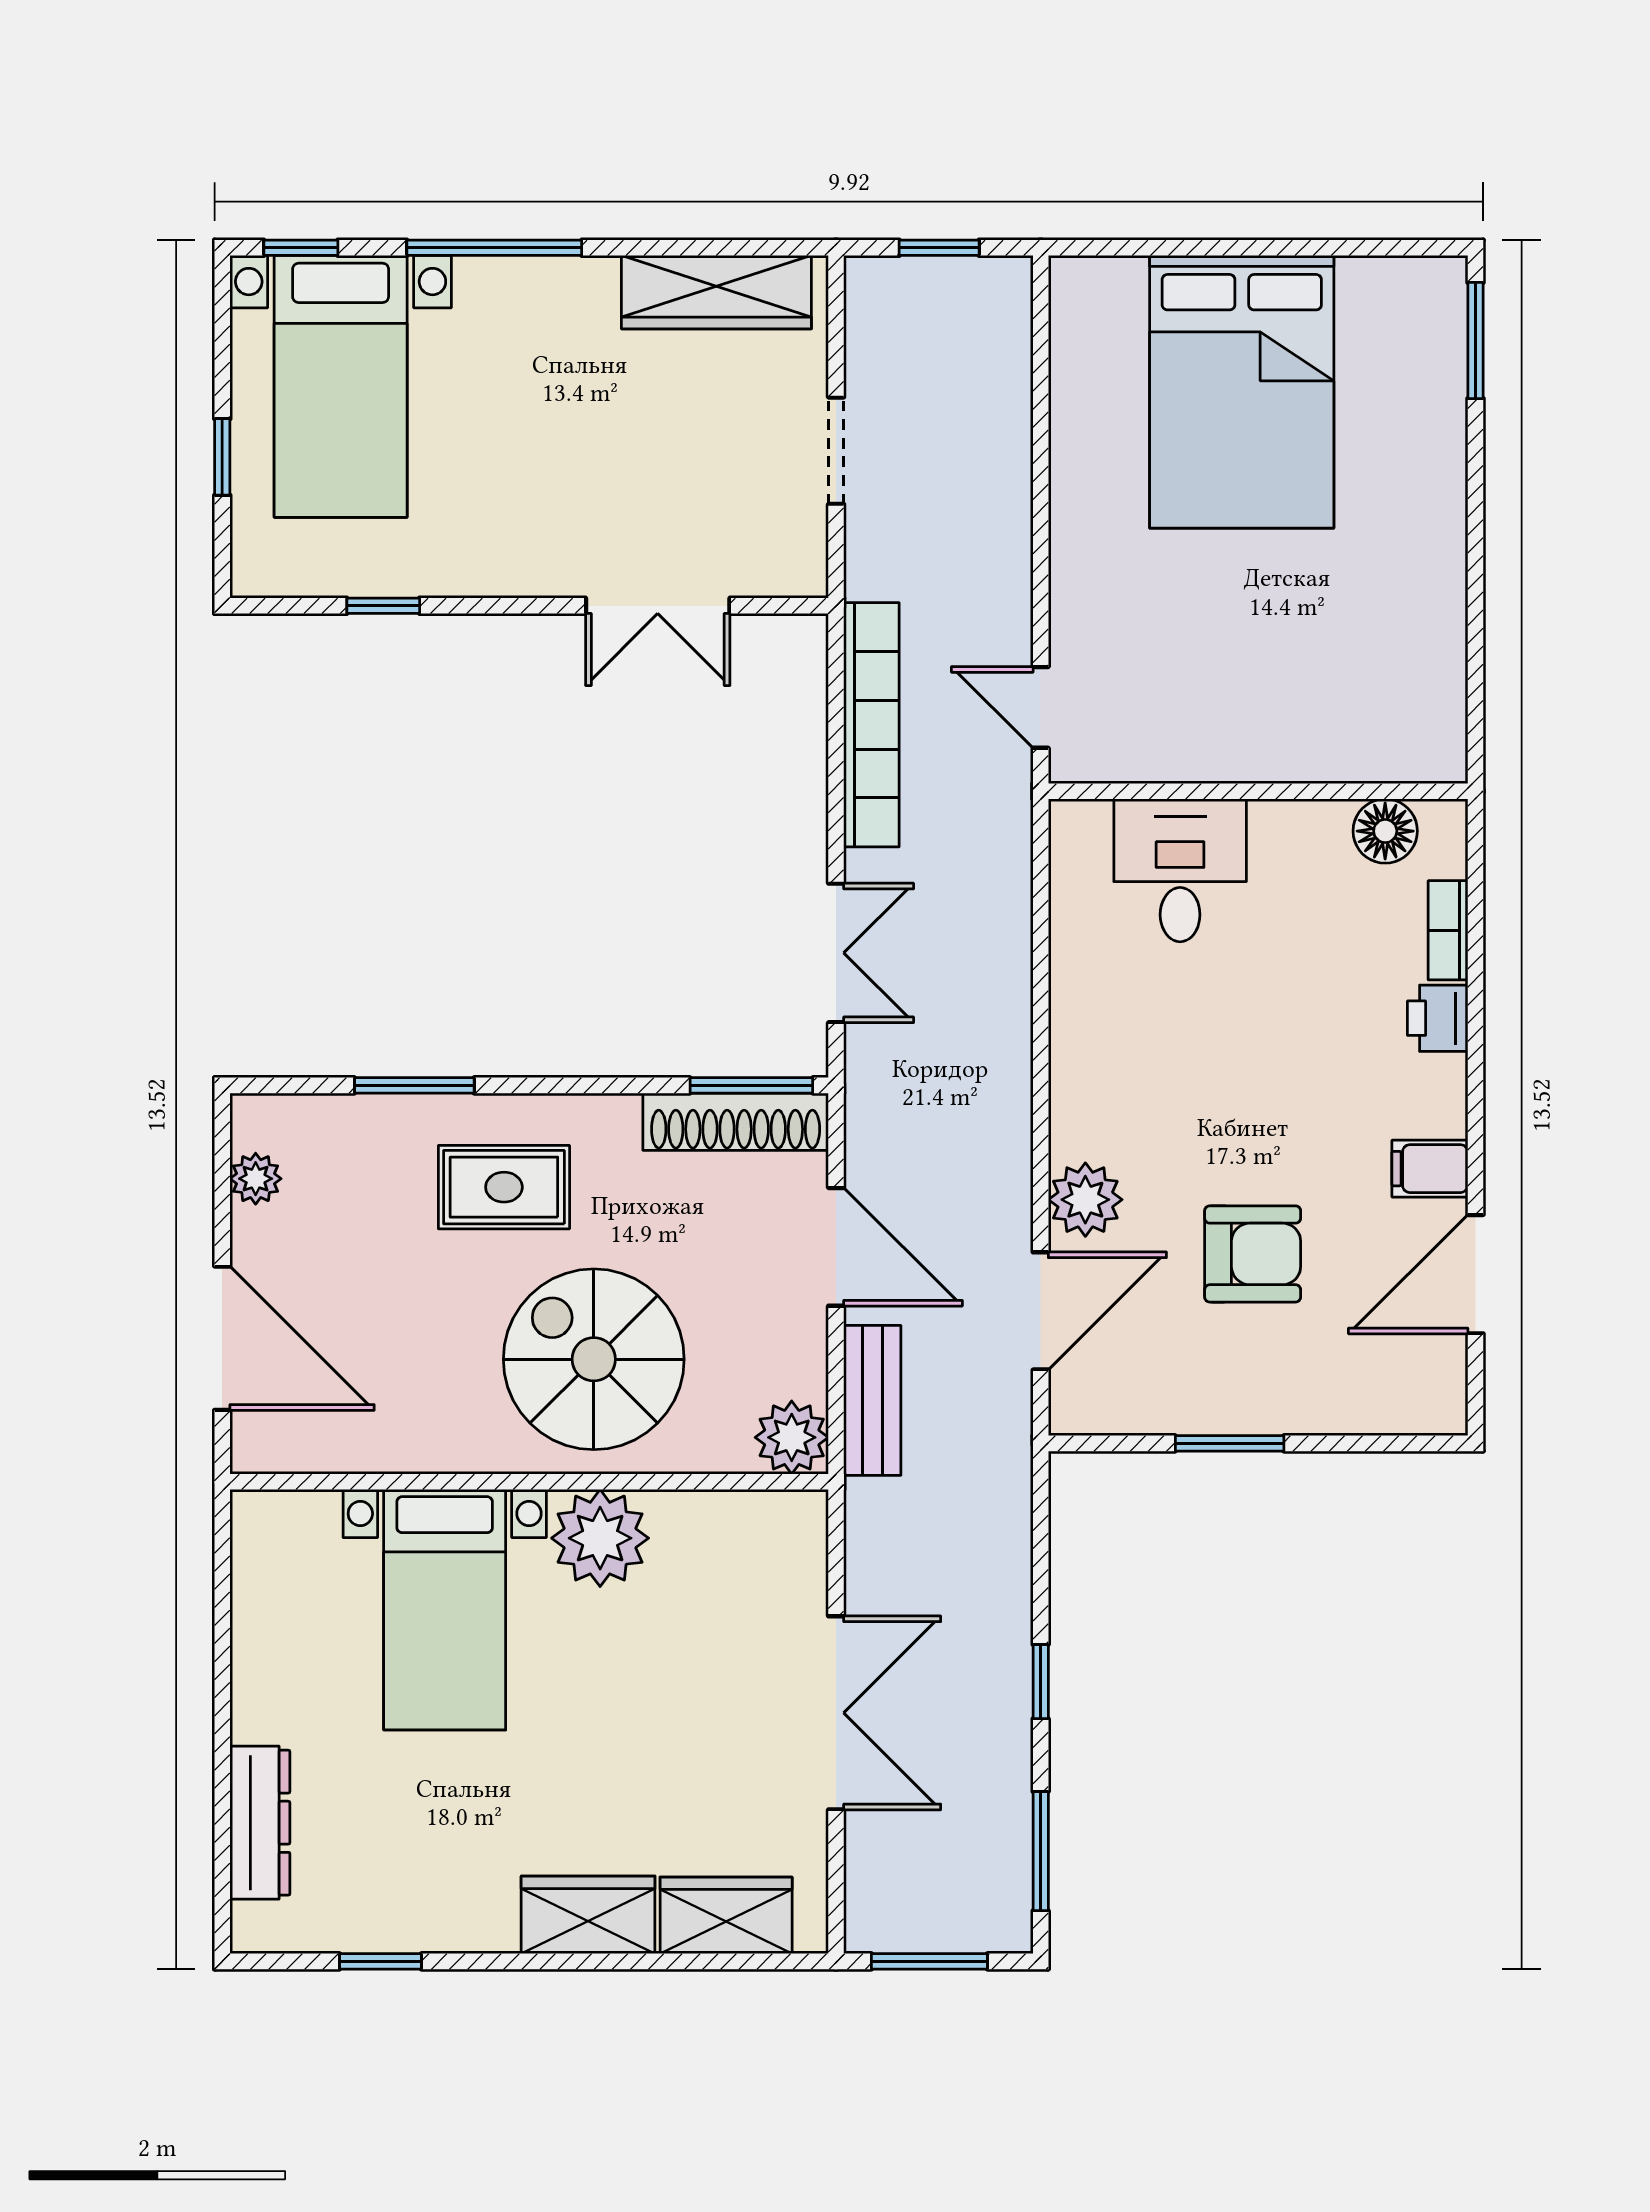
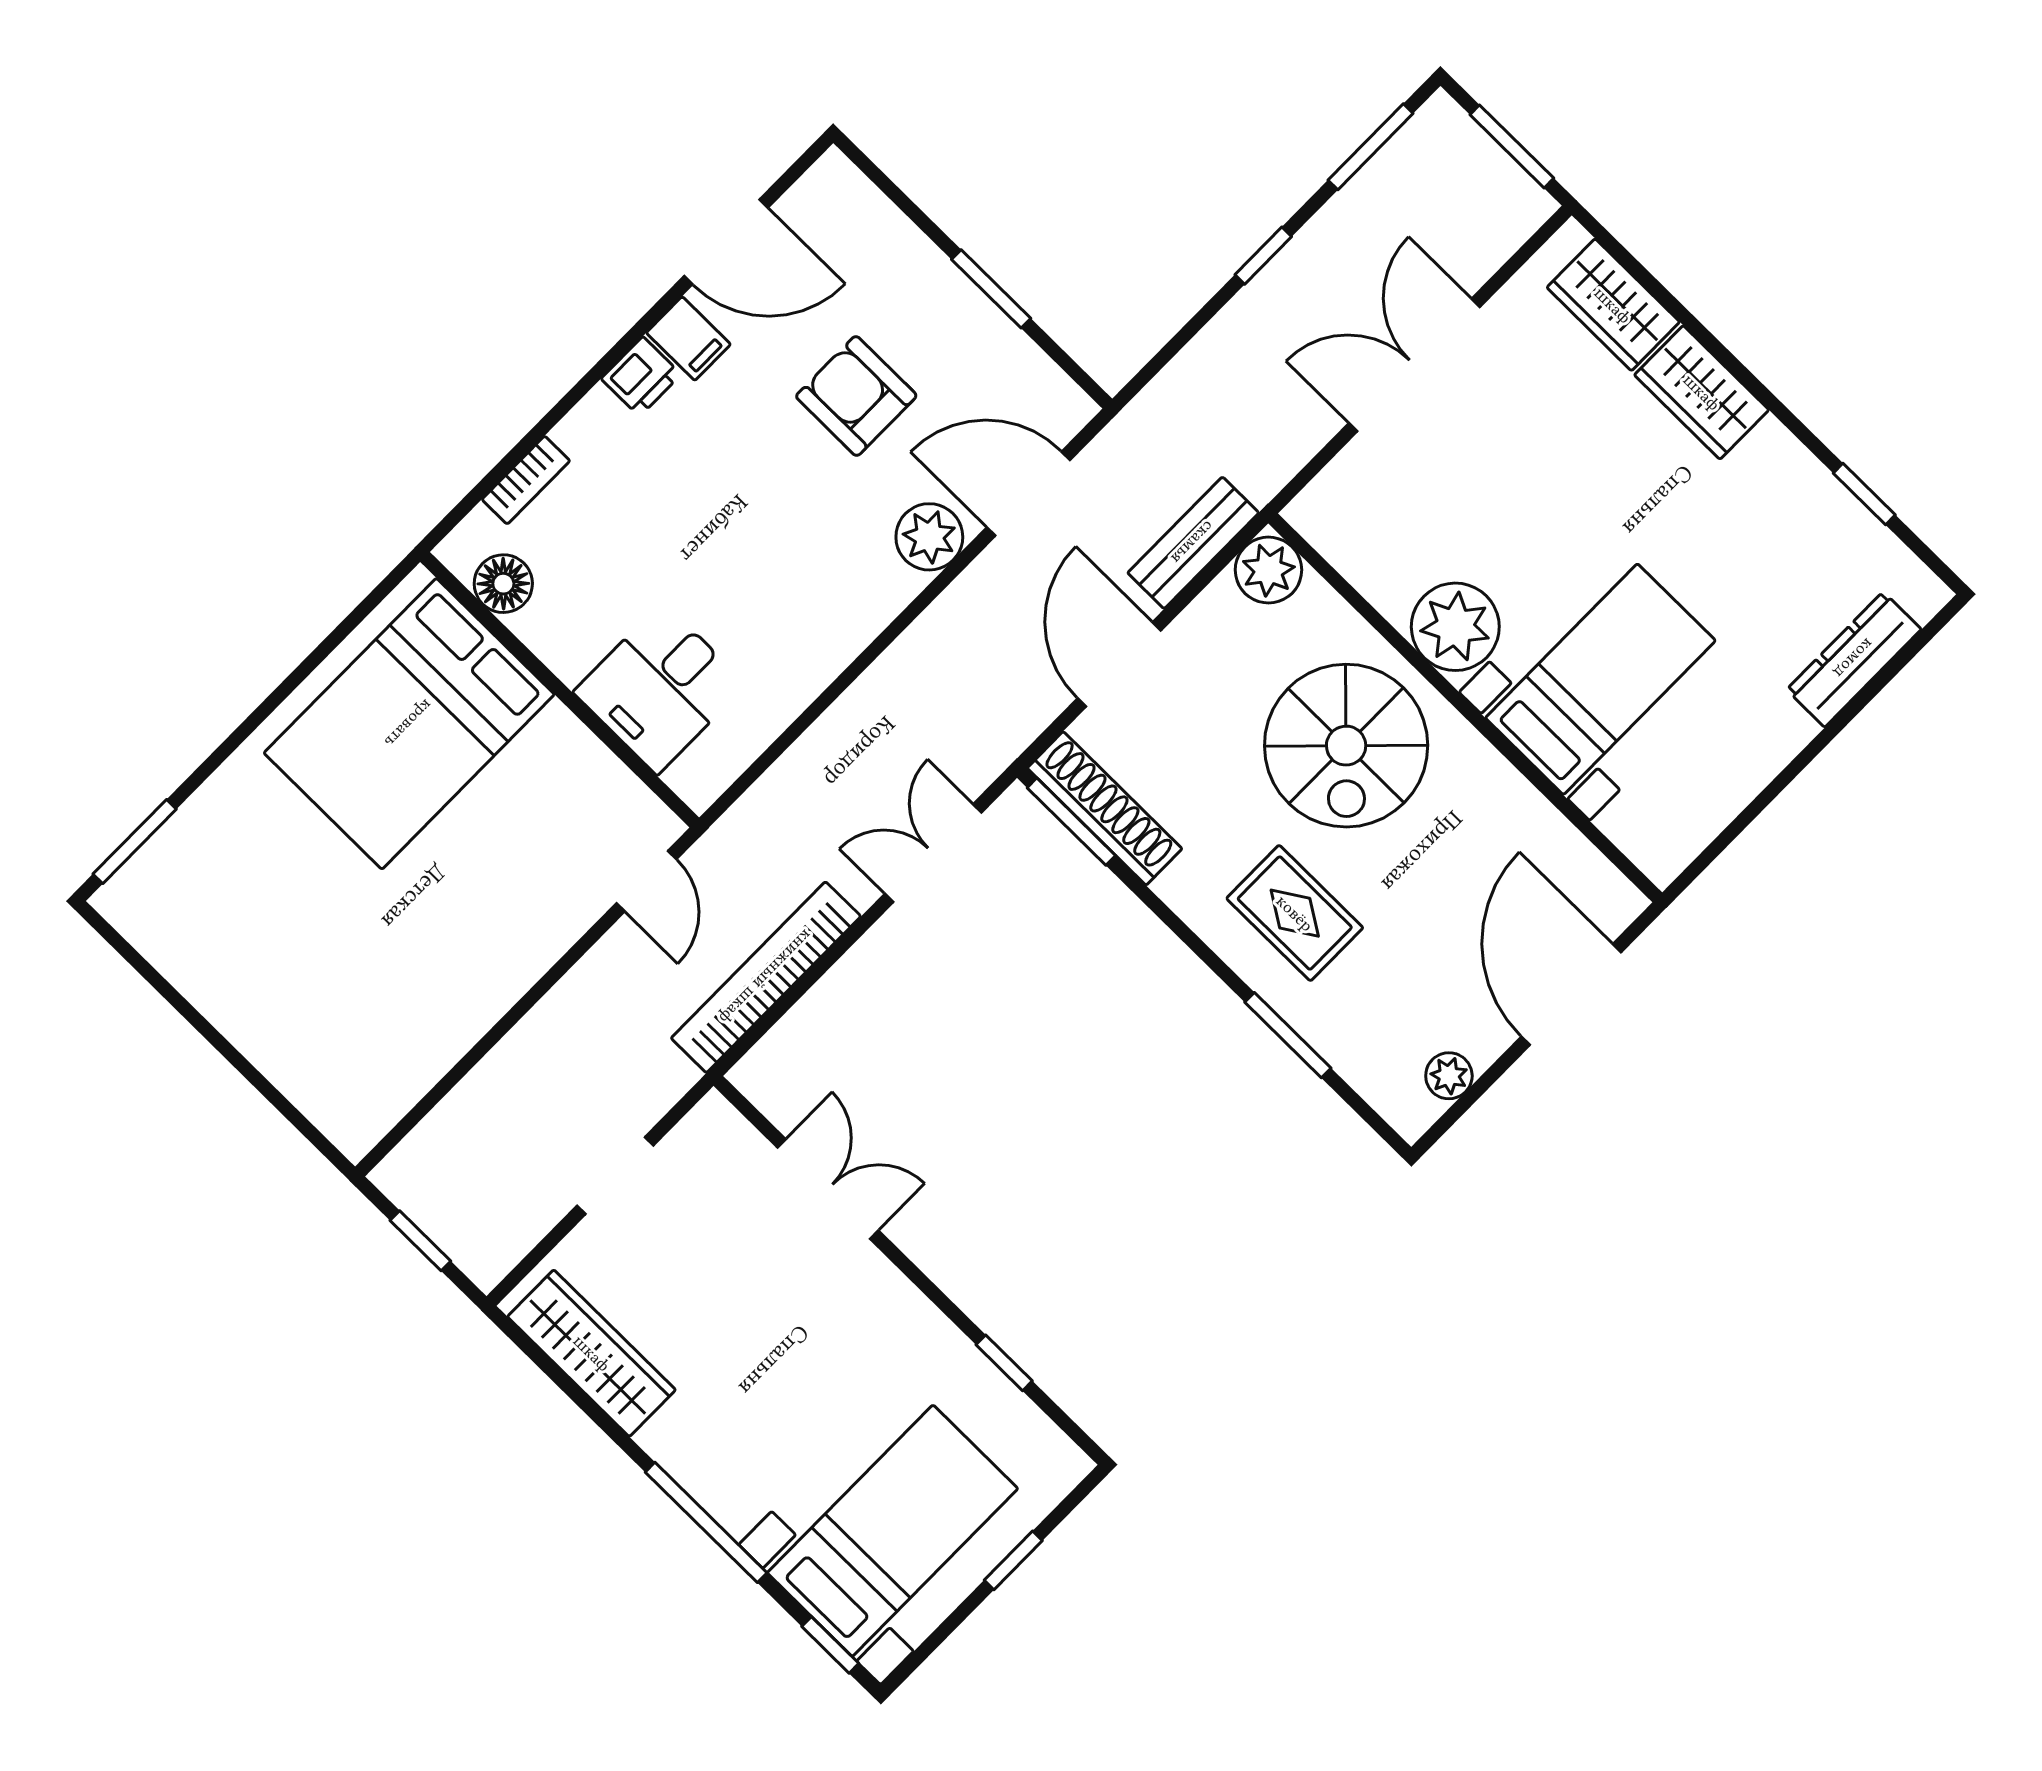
bed: (1242, 392) -> (409, 724), moved, turned 180
printer: (1438, 1018) -> (641, 376), moved

